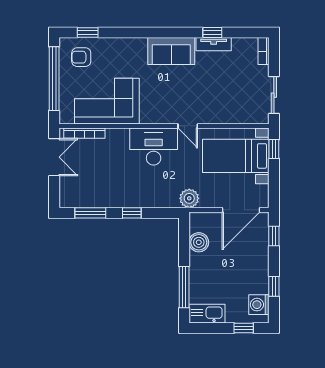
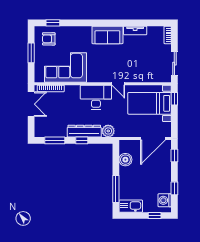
window: (212, 33) -> (134, 23), removed
window: (54, 79) -> (31, 53), width x0.47
plant: (189, 198) -> (108, 131), moved
dresser: (136, 199) -> (84, 131), added

